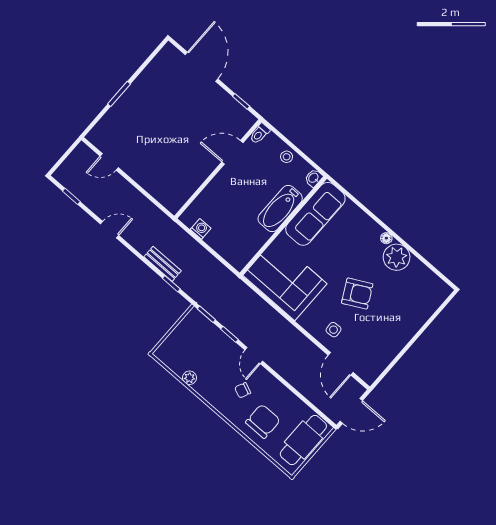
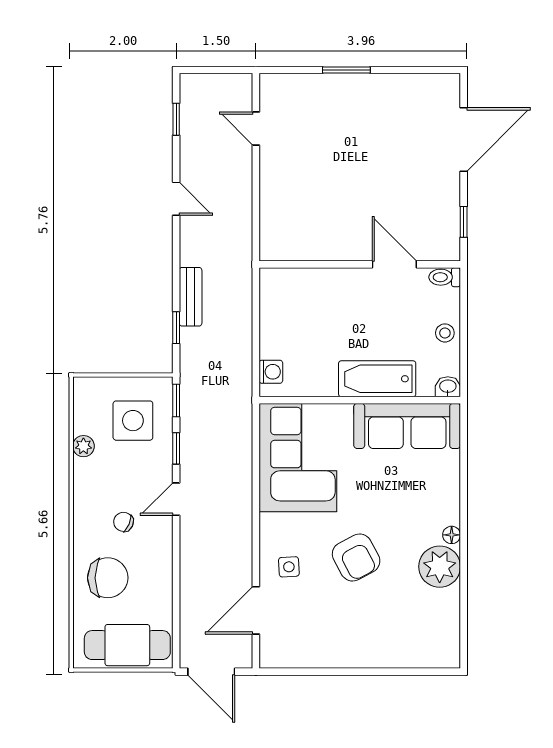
washing machine: (201, 229) -> (271, 372), moved
side table: (198, 343) -> (133, 421), added

